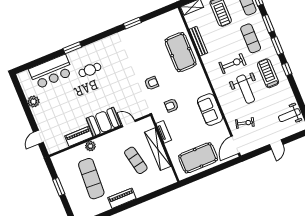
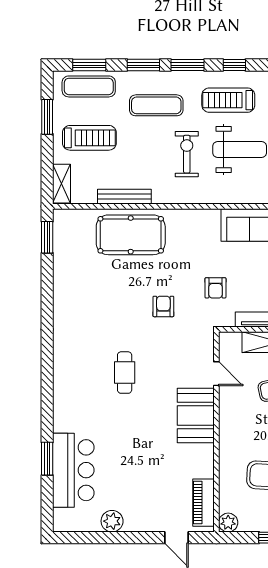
window: (132, 23) -> (47, 237), moved
window: (72, 48) -> (47, 459), moved
cafe table: (90, 70) -> (125, 373), moved
door: (129, 123) -> (216, 374), swing flipped
piano: (79, 136) -> (203, 503), moved
plant: (90, 146) -> (228, 523), moved

